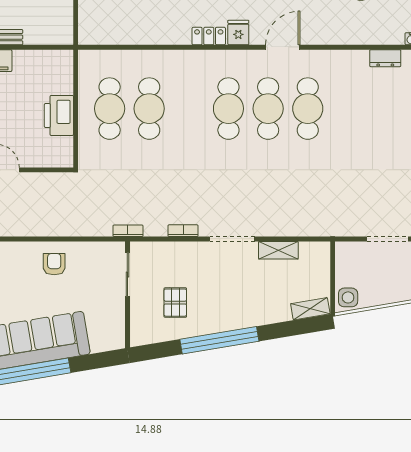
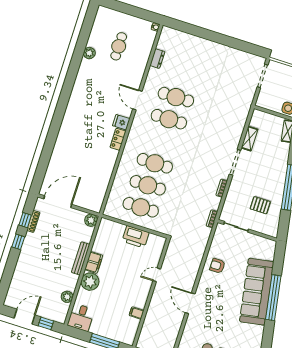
plant: (63, 34) -> (91, 220), added
dresser: (385, 58) -> (157, 59), moved
cafe table: (228, 109) -> (155, 163), moved

